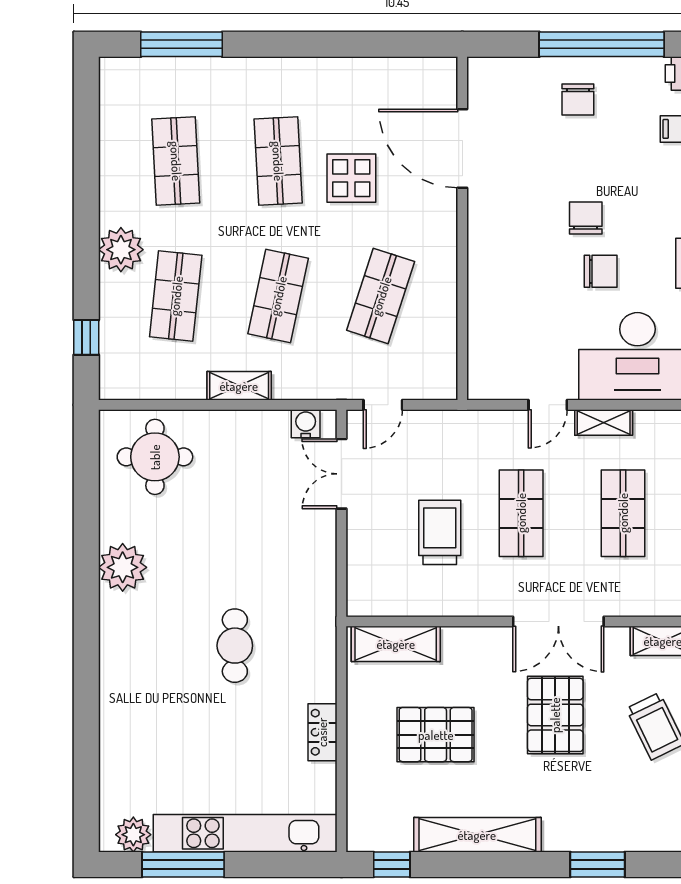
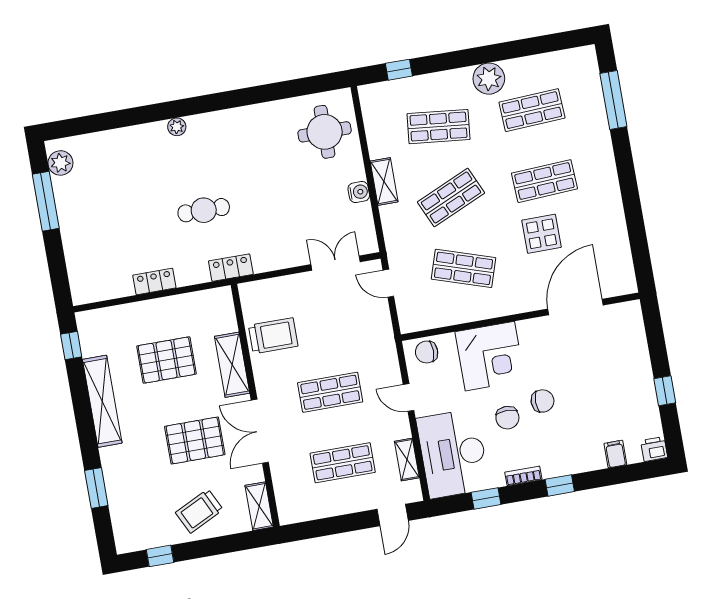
window: (602, 44) -> (665, 391), width x0.32
chair: (578, 100) -> (427, 352), moved
plant: (121, 250) -> (489, 79), moved
corner desk: (510, 281) -> (490, 356), added
shop shelf: (278, 296) -> (451, 197), turned -36
shelving: (604, 422) -> (407, 460), moved
water cooler: (306, 424) -> (359, 192), moved
trolley: (440, 532) -> (273, 336), moved
plant: (123, 567) -> (177, 127), moved, width x0.53, depth x0.53
locker: (322, 622) -> (231, 268), added
shelving: (396, 644) -> (232, 365), moved
pallet: (436, 735) -> (167, 360), turned 90
kitchen unit: (245, 833) -> (75, 240), removed

